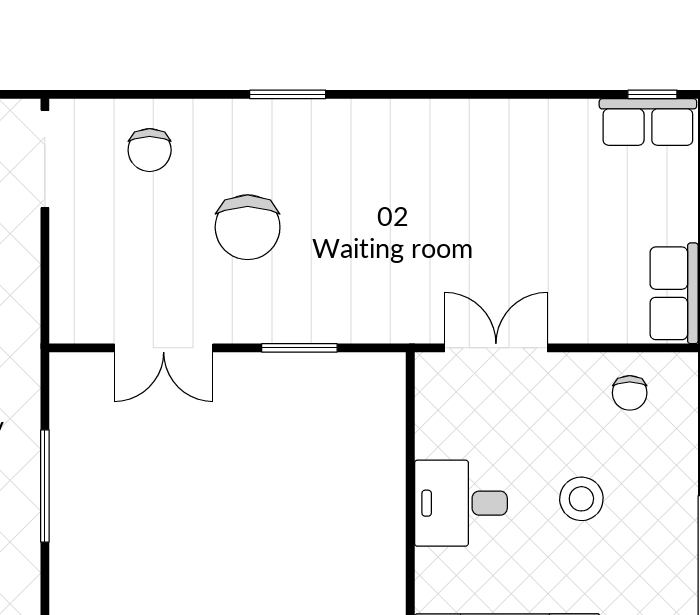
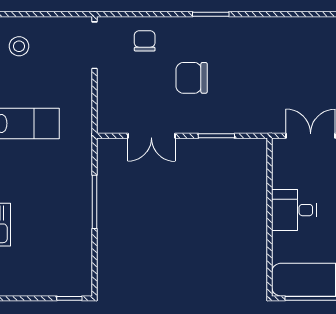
chair: (150, 150) -> (145, 41), turned 180
chair: (248, 227) -> (192, 78), turned 90

